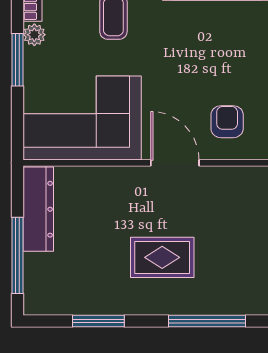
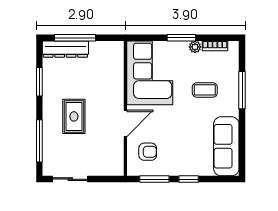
dresser: (38, 209) -> (65, 49), moved

